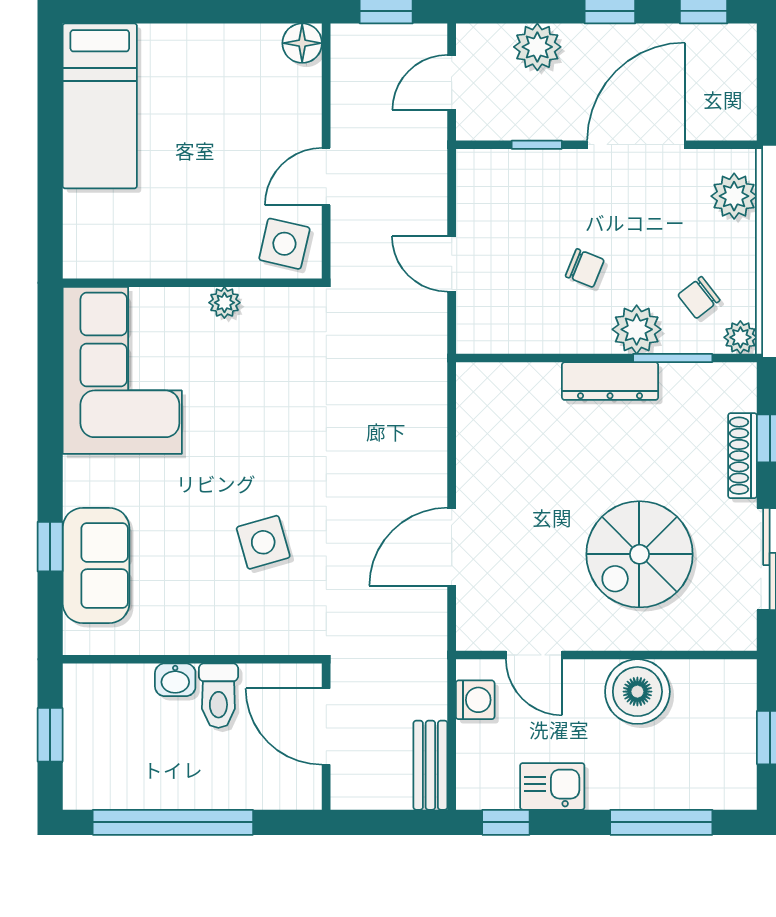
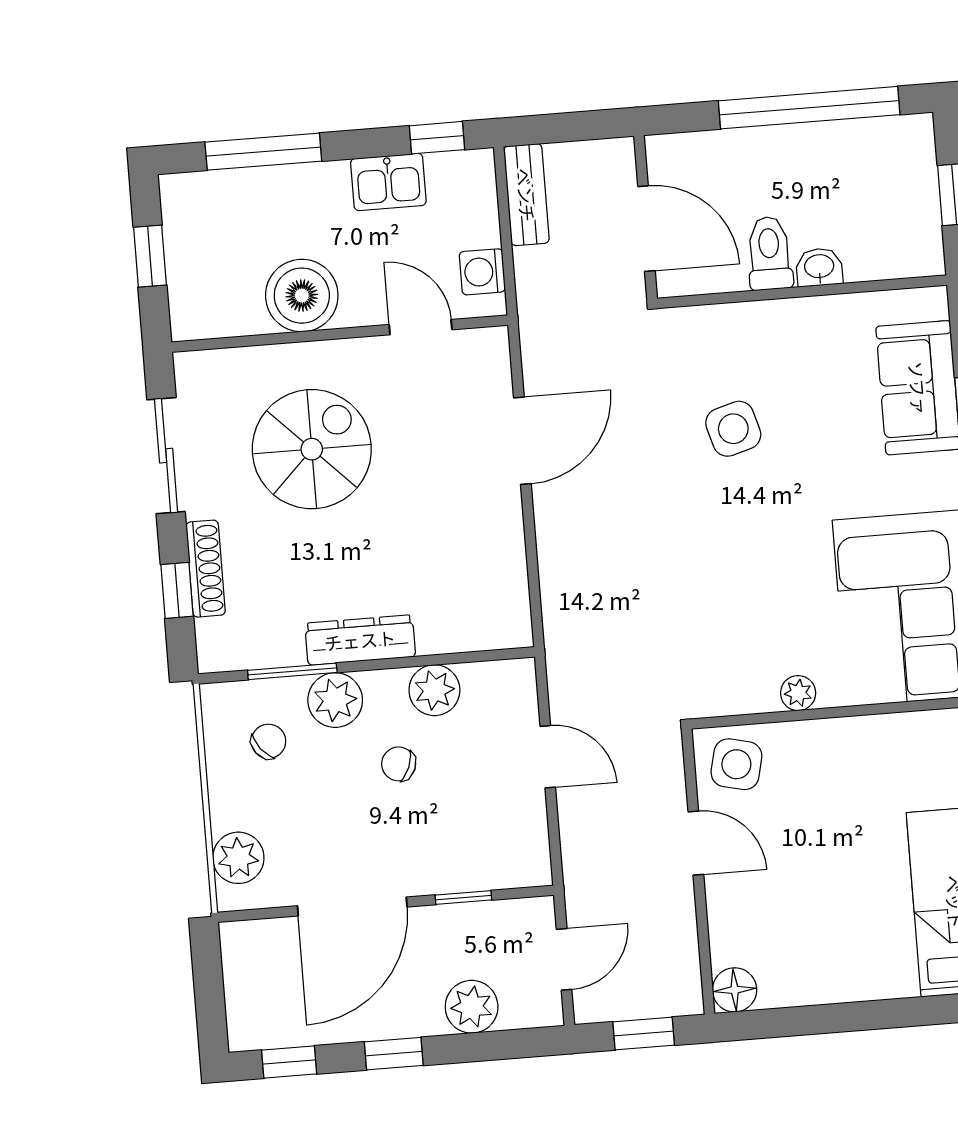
door: (326, 176) -> (696, 843), hinge flipped
plant: (740, 337) -> (434, 690), moved, width x1.38, depth x1.38

